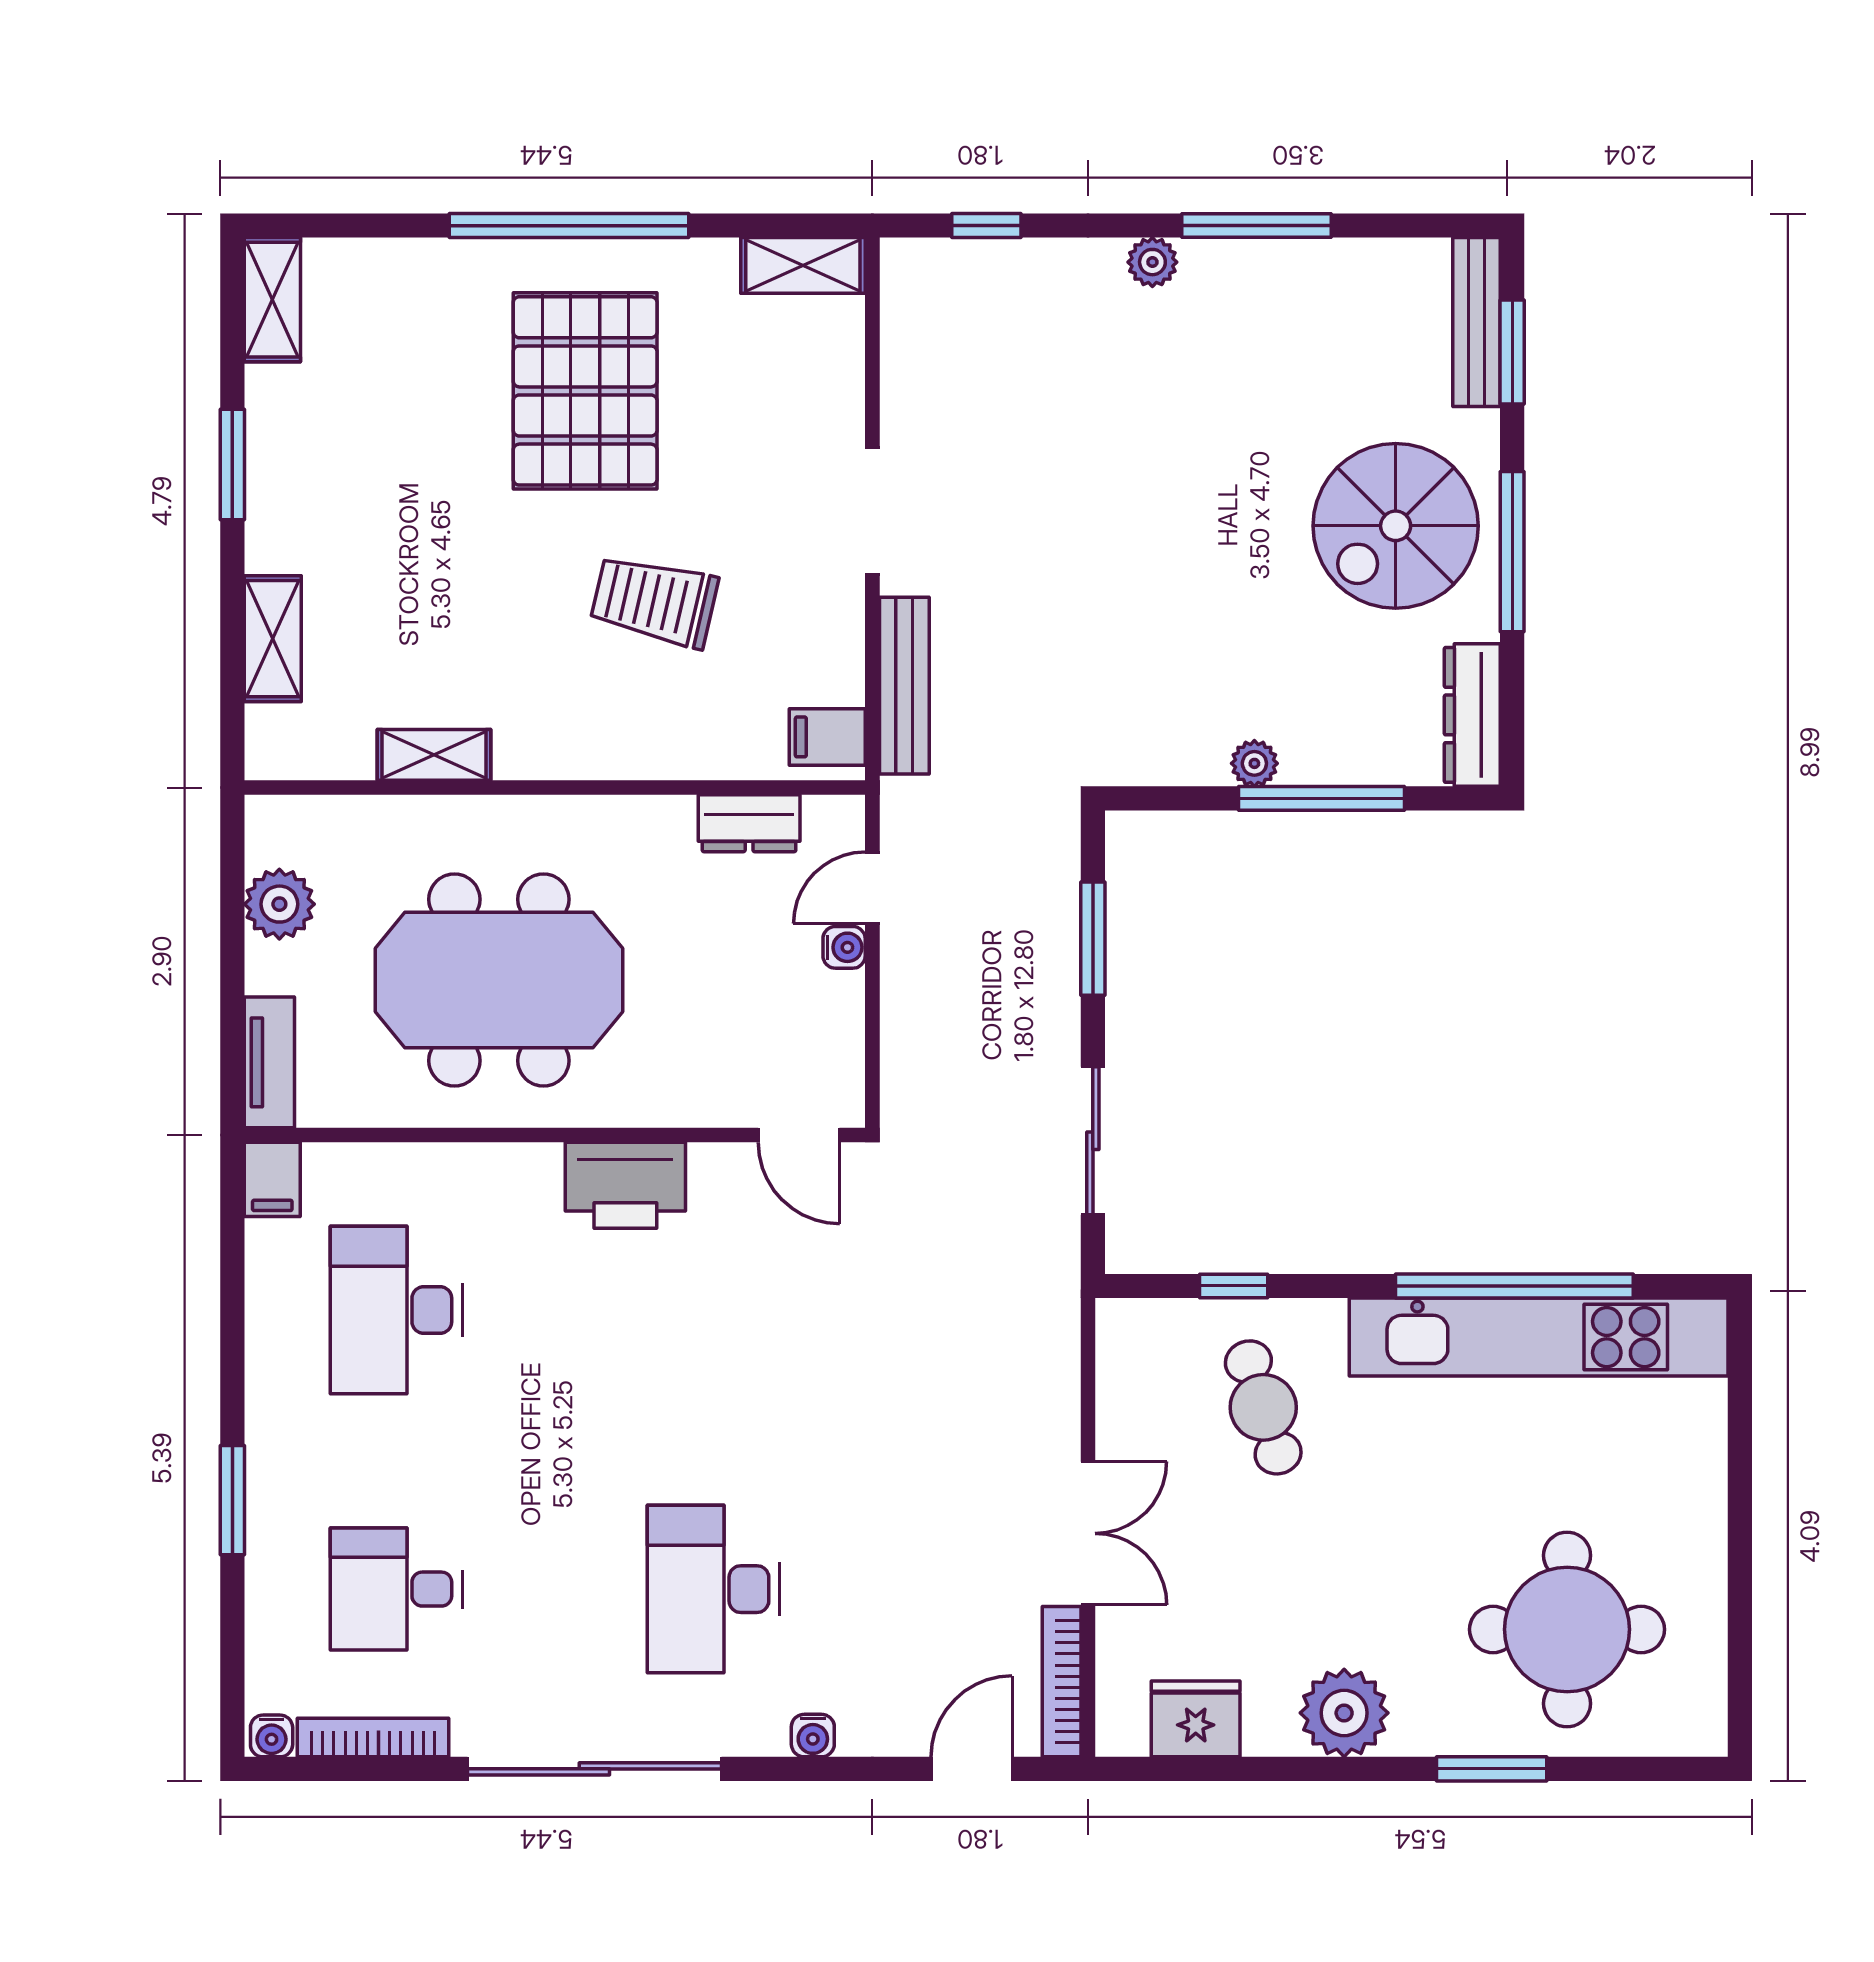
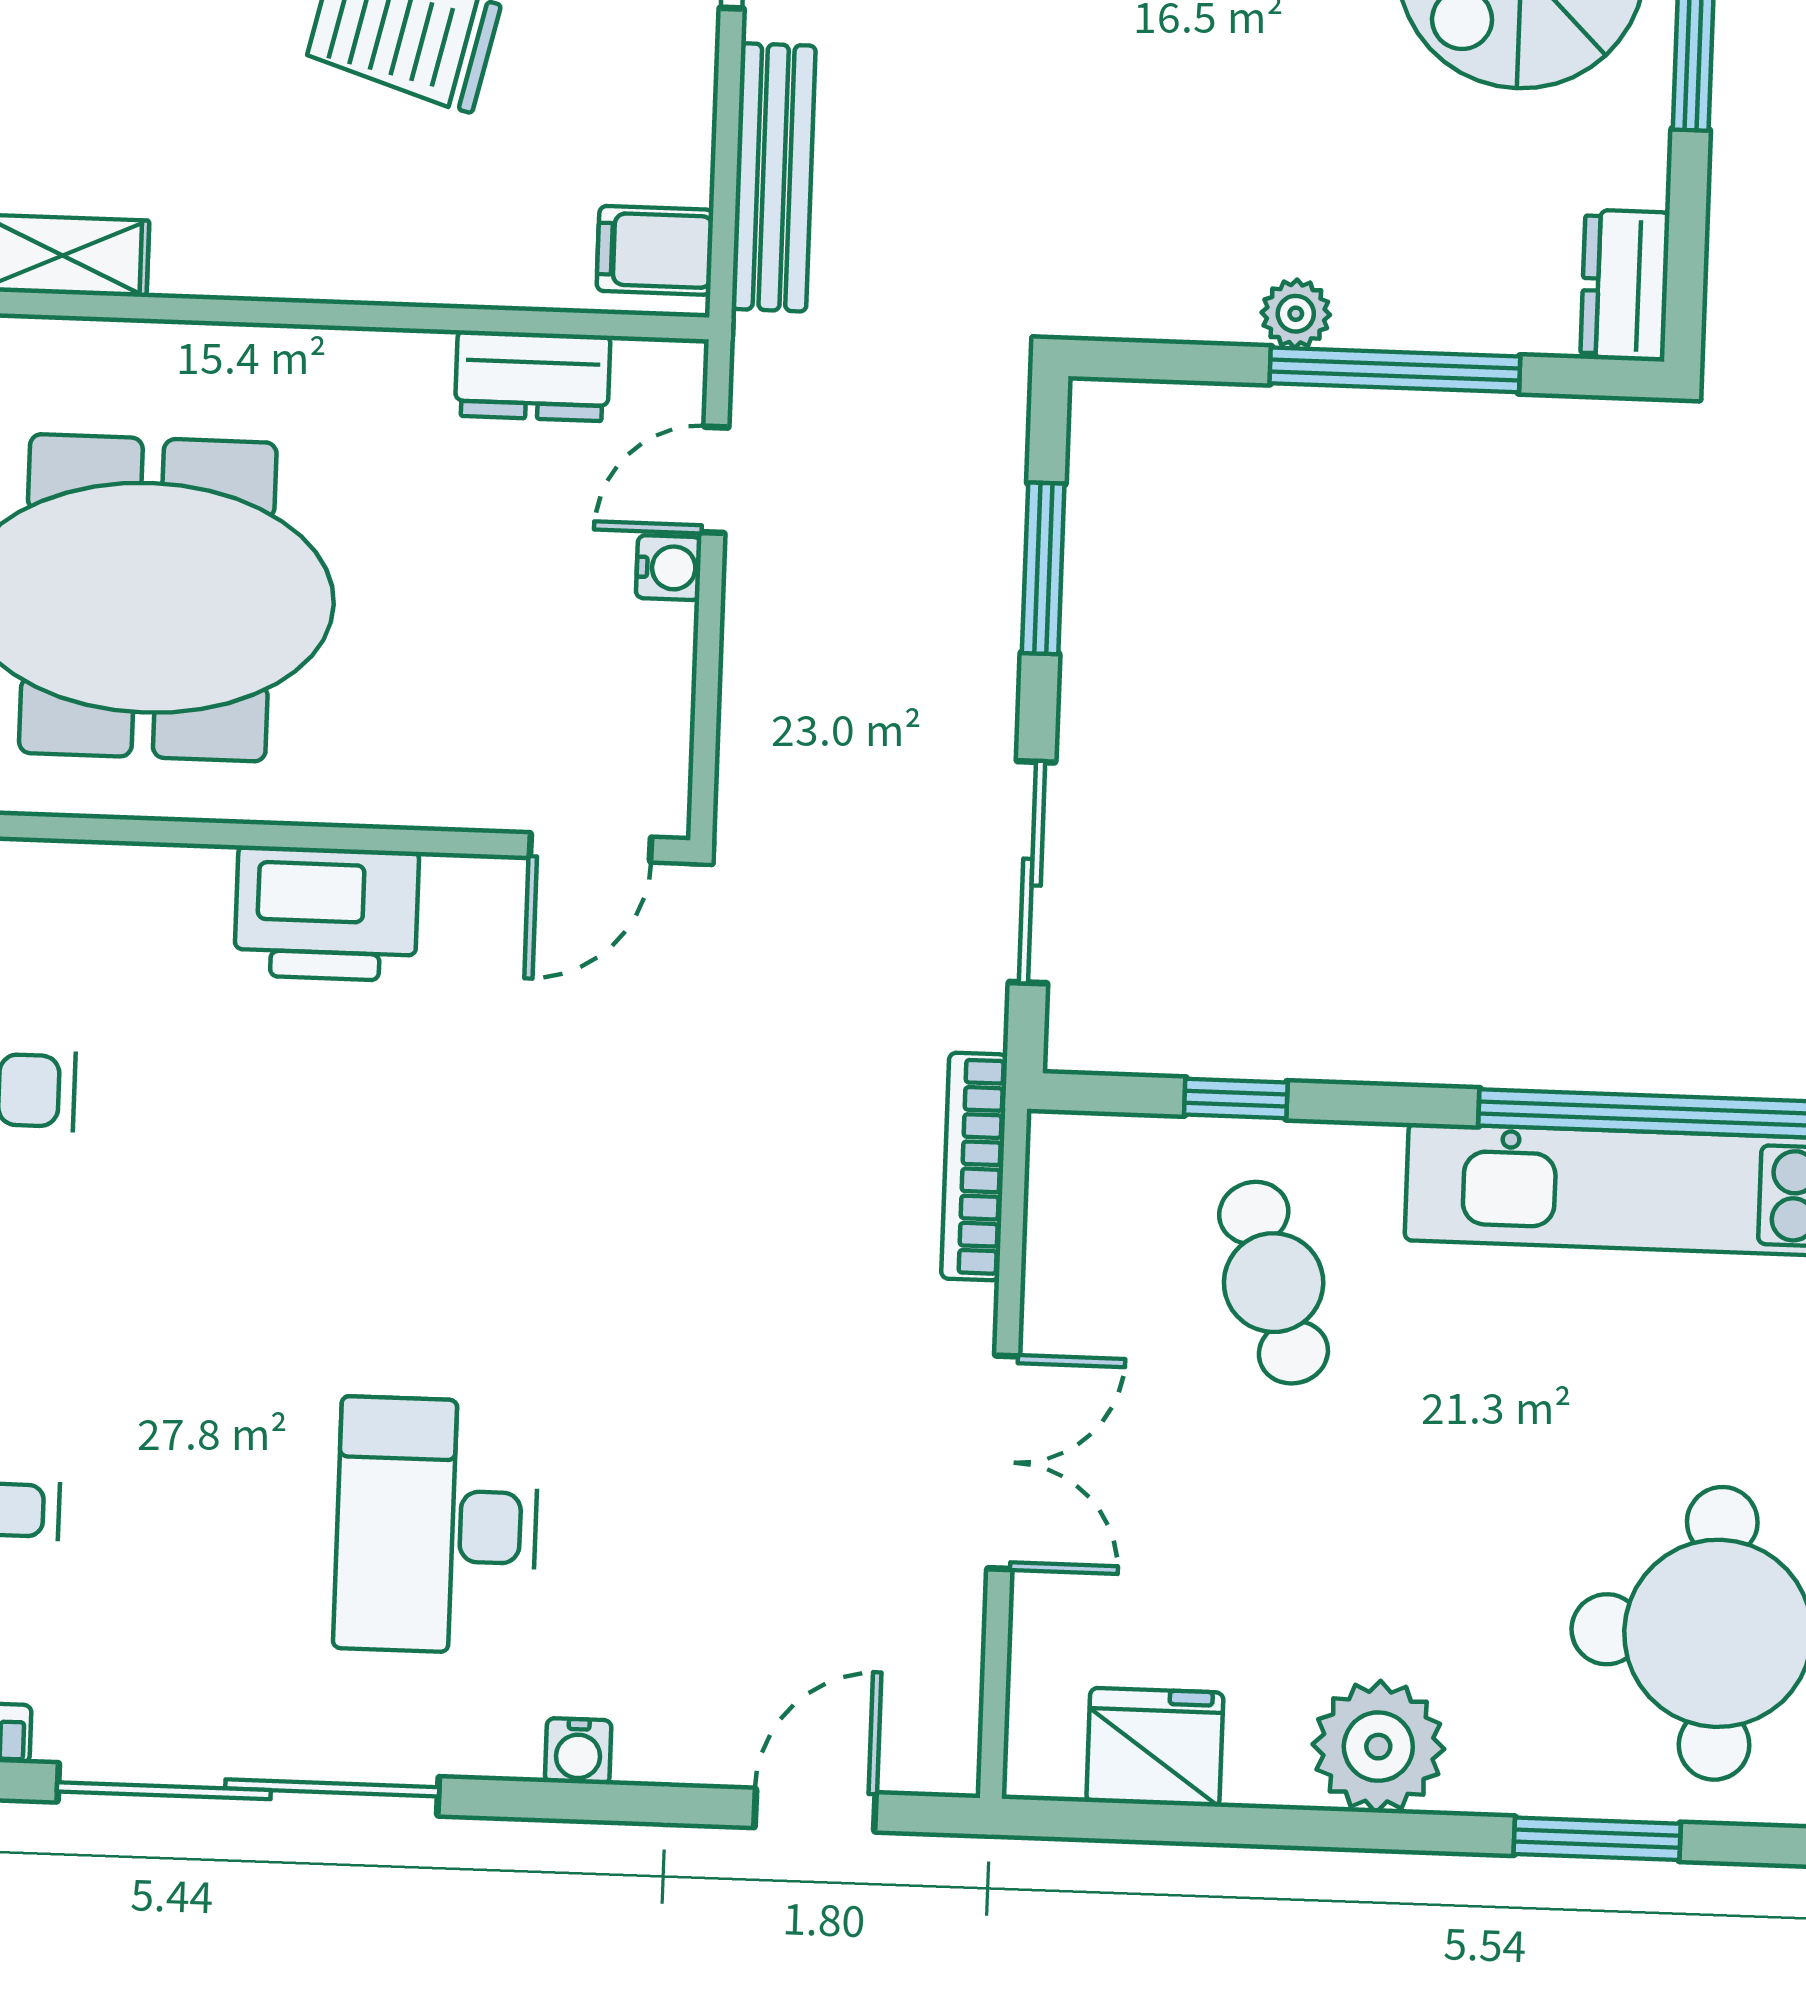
dresser: (1472, 715) -> (1625, 286), width x0.70
door: (799, 1135) -> (590, 847), hinge flipped
bookcase: (1062, 1682) -> (974, 1167), moved

